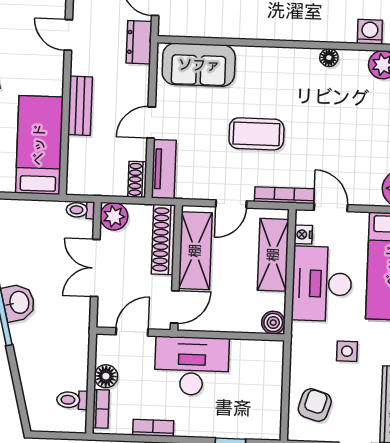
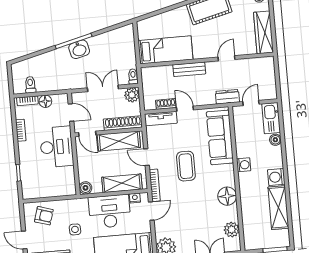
washing machine: (370, 32) -> (244, 165), moved
floor lamp: (329, 58) -> (227, 196), width x1.89, depth x1.89
sofa: (199, 65) -> (220, 137), width x1.36
shoe rack: (137, 179) -> (166, 104), moved

